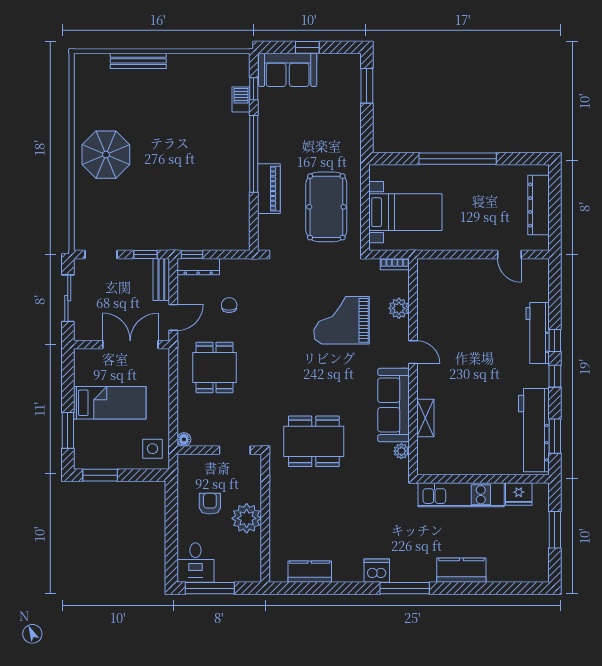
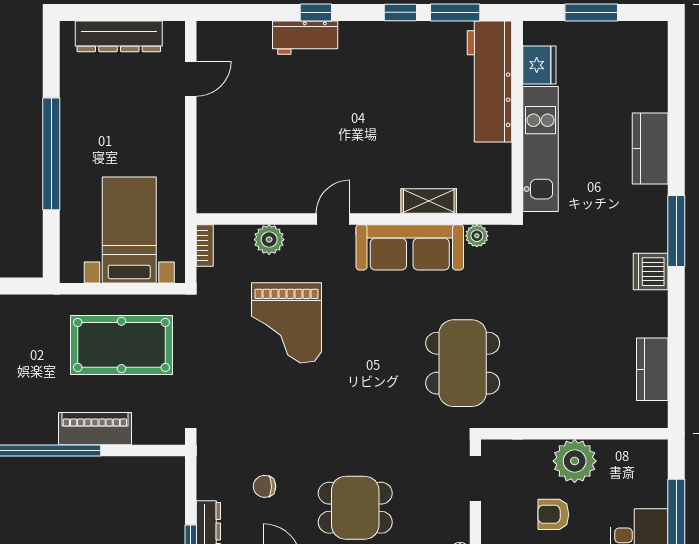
workbench: (538, 333) -> (305, 38), width x0.73
window: (555, 376) -> (400, 12), moved
workbench: (534, 430) -> (490, 82), moved, turned 90

